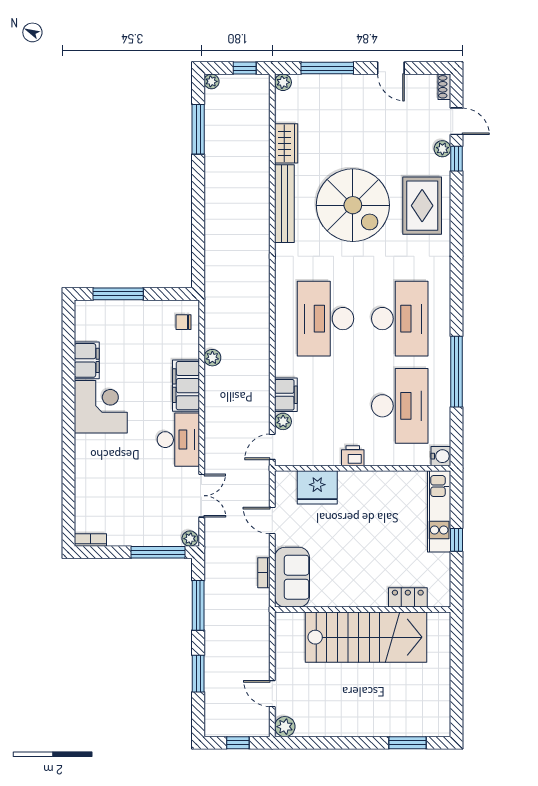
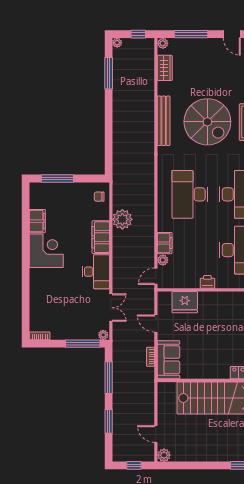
wardrobe: (286, 143) -> (165, 68), moved
plant: (212, 358) -> (122, 219), width x1.88, depth x1.88

